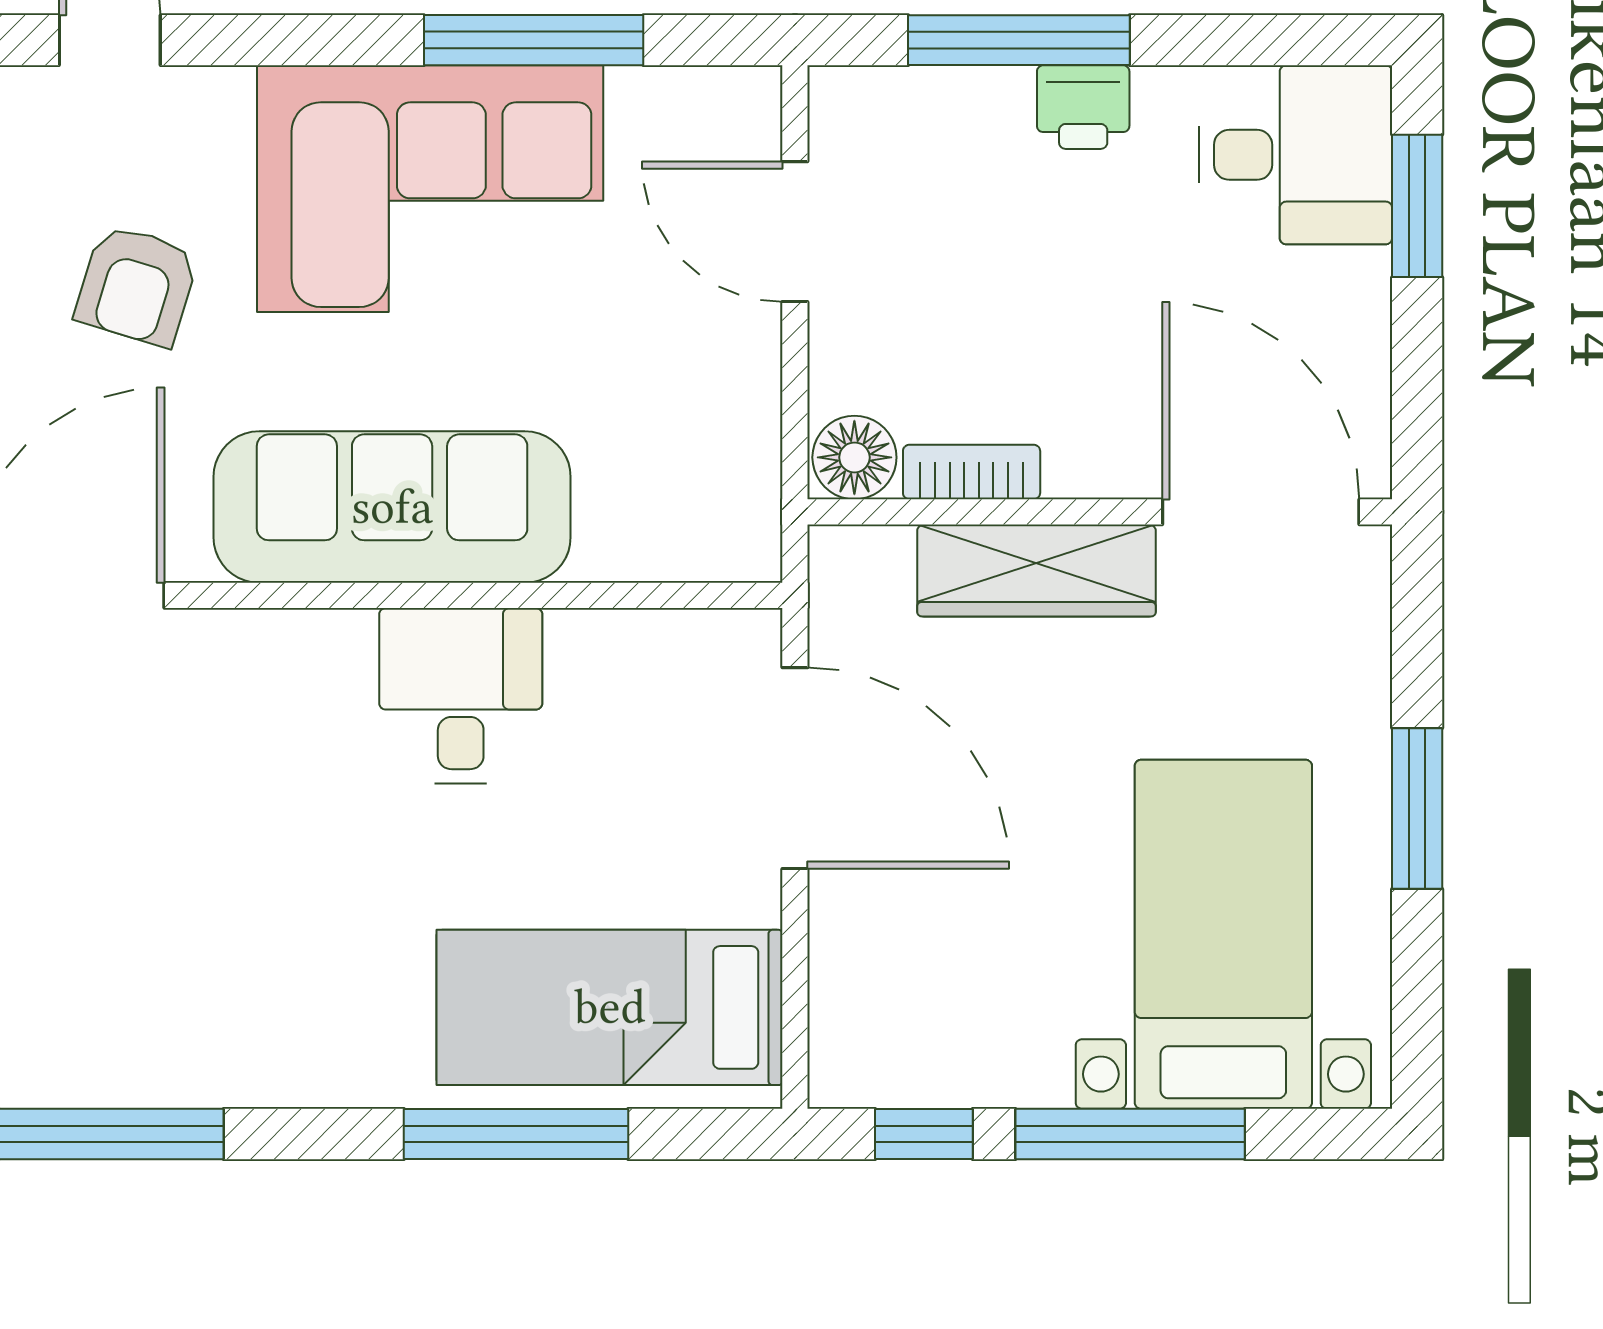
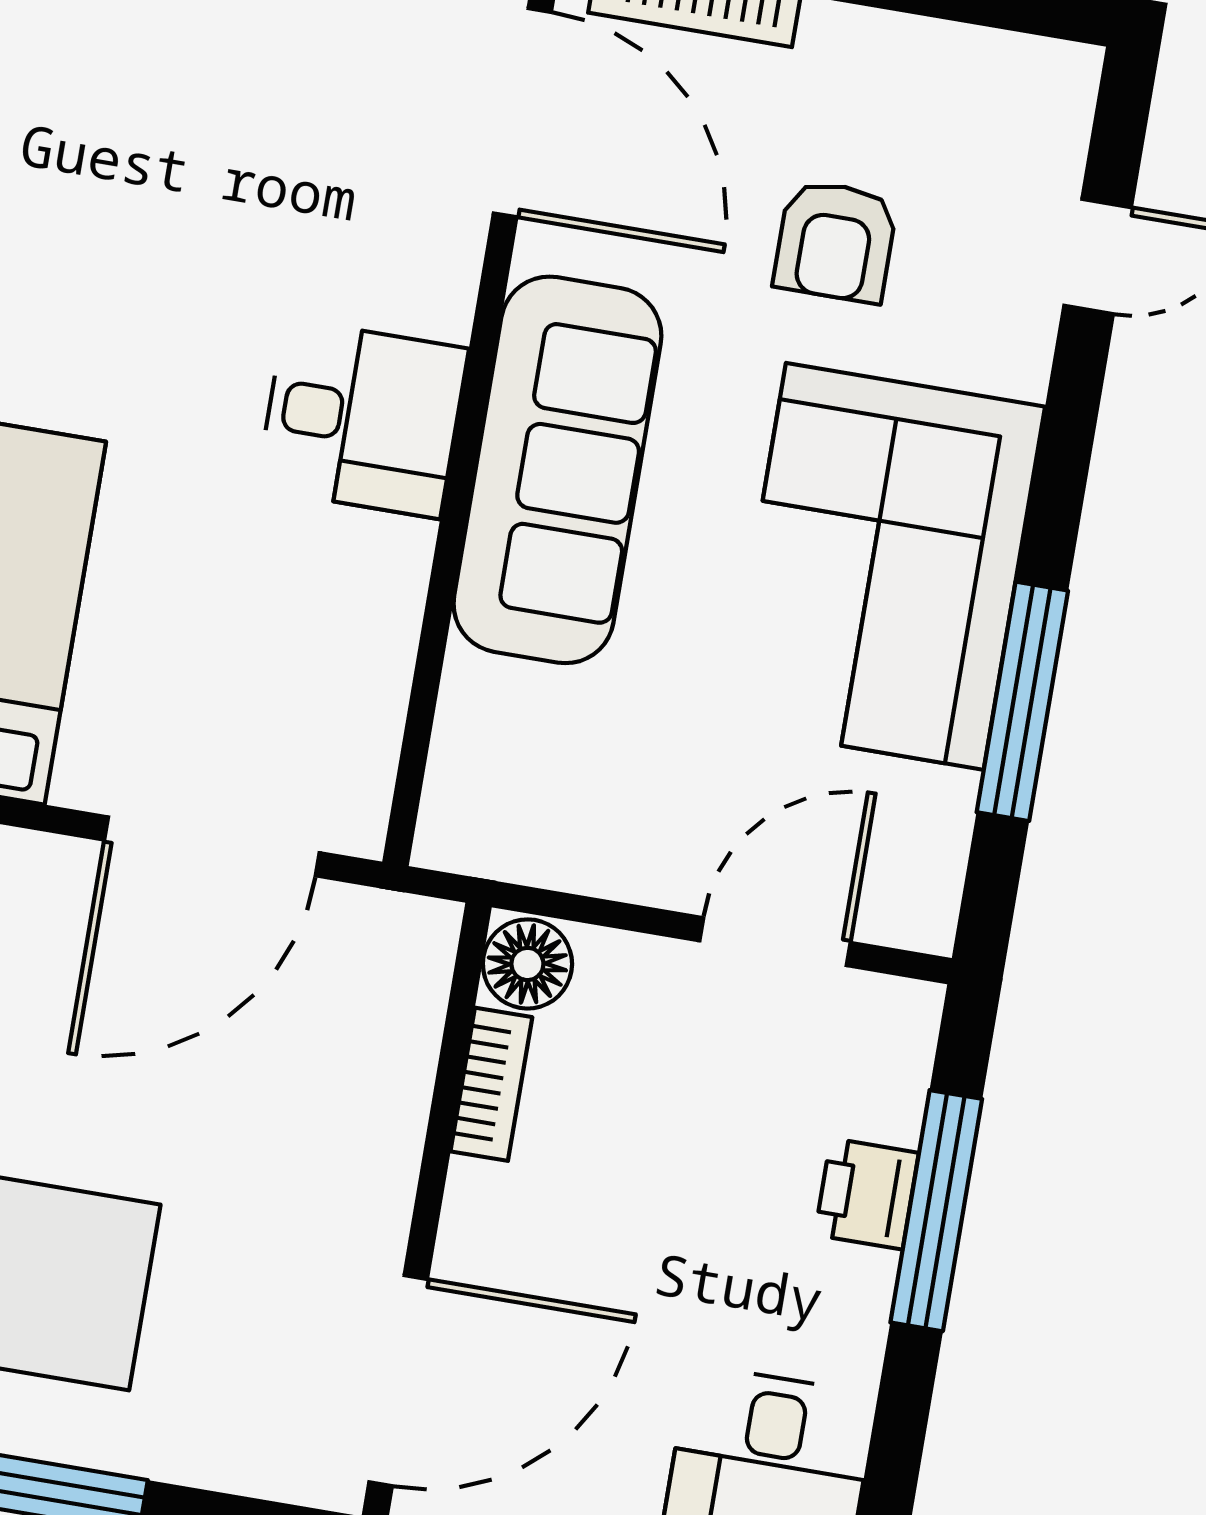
printer: (1083, 107) -> (867, 1194), moved
armchair: (137, 285) -> (835, 241), turned -107
wardrobe: (1037, 570) -> (376, 1135), removed
desk: (461, 696) -> (362, 418), moved

